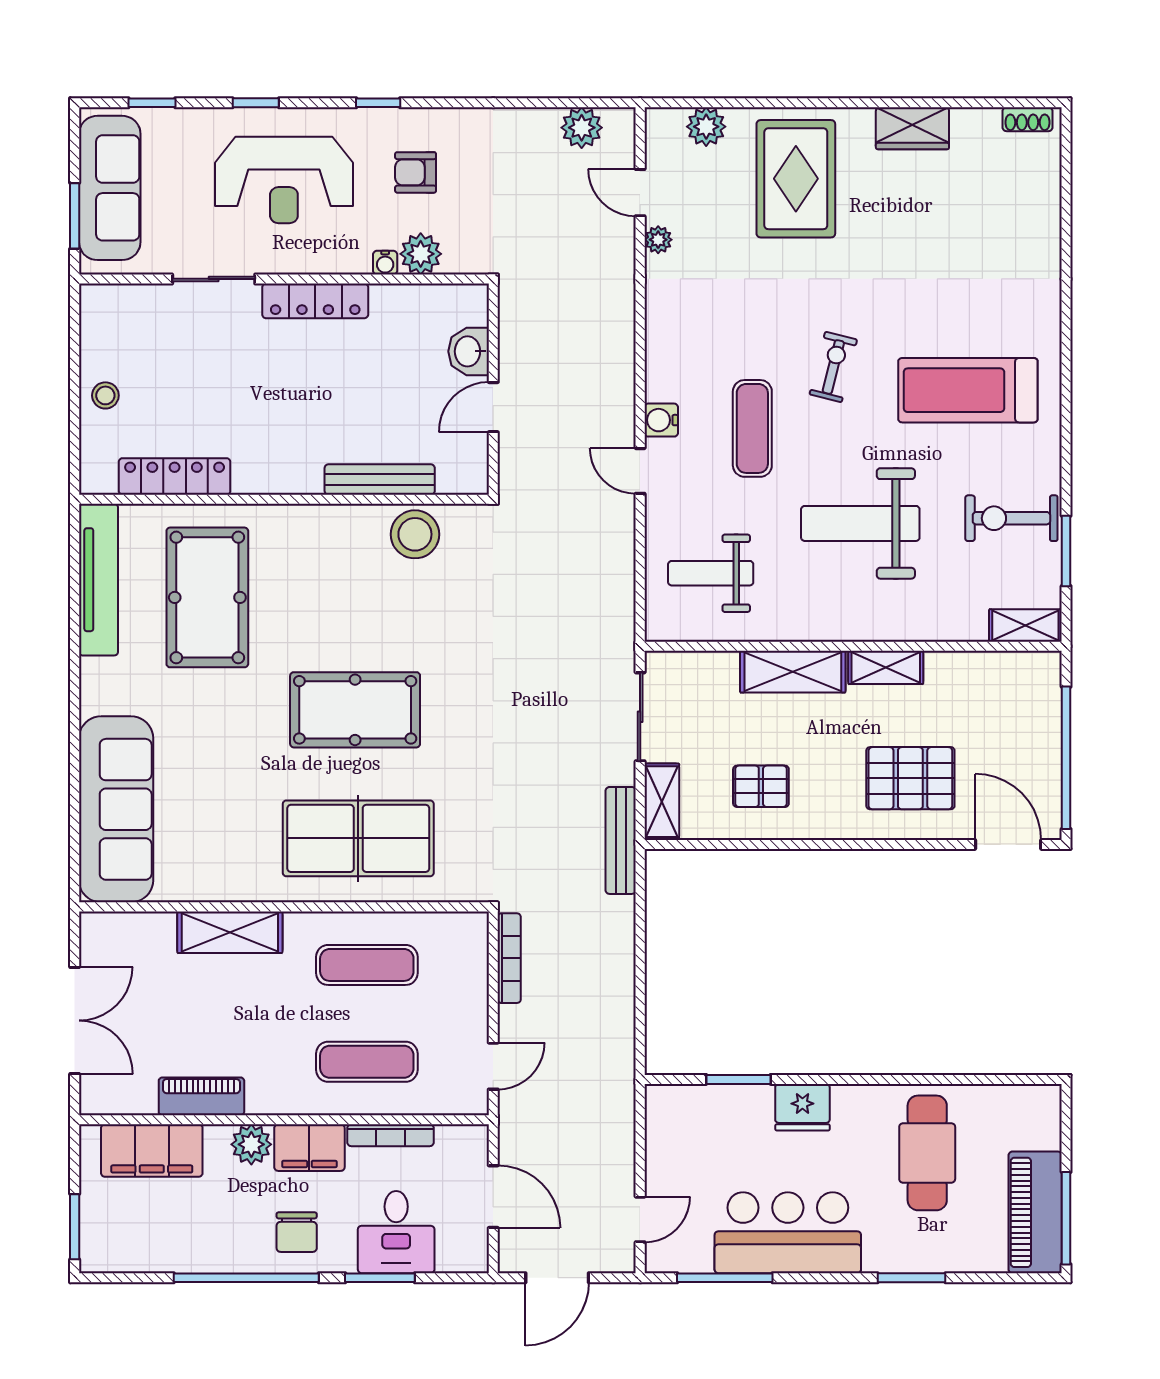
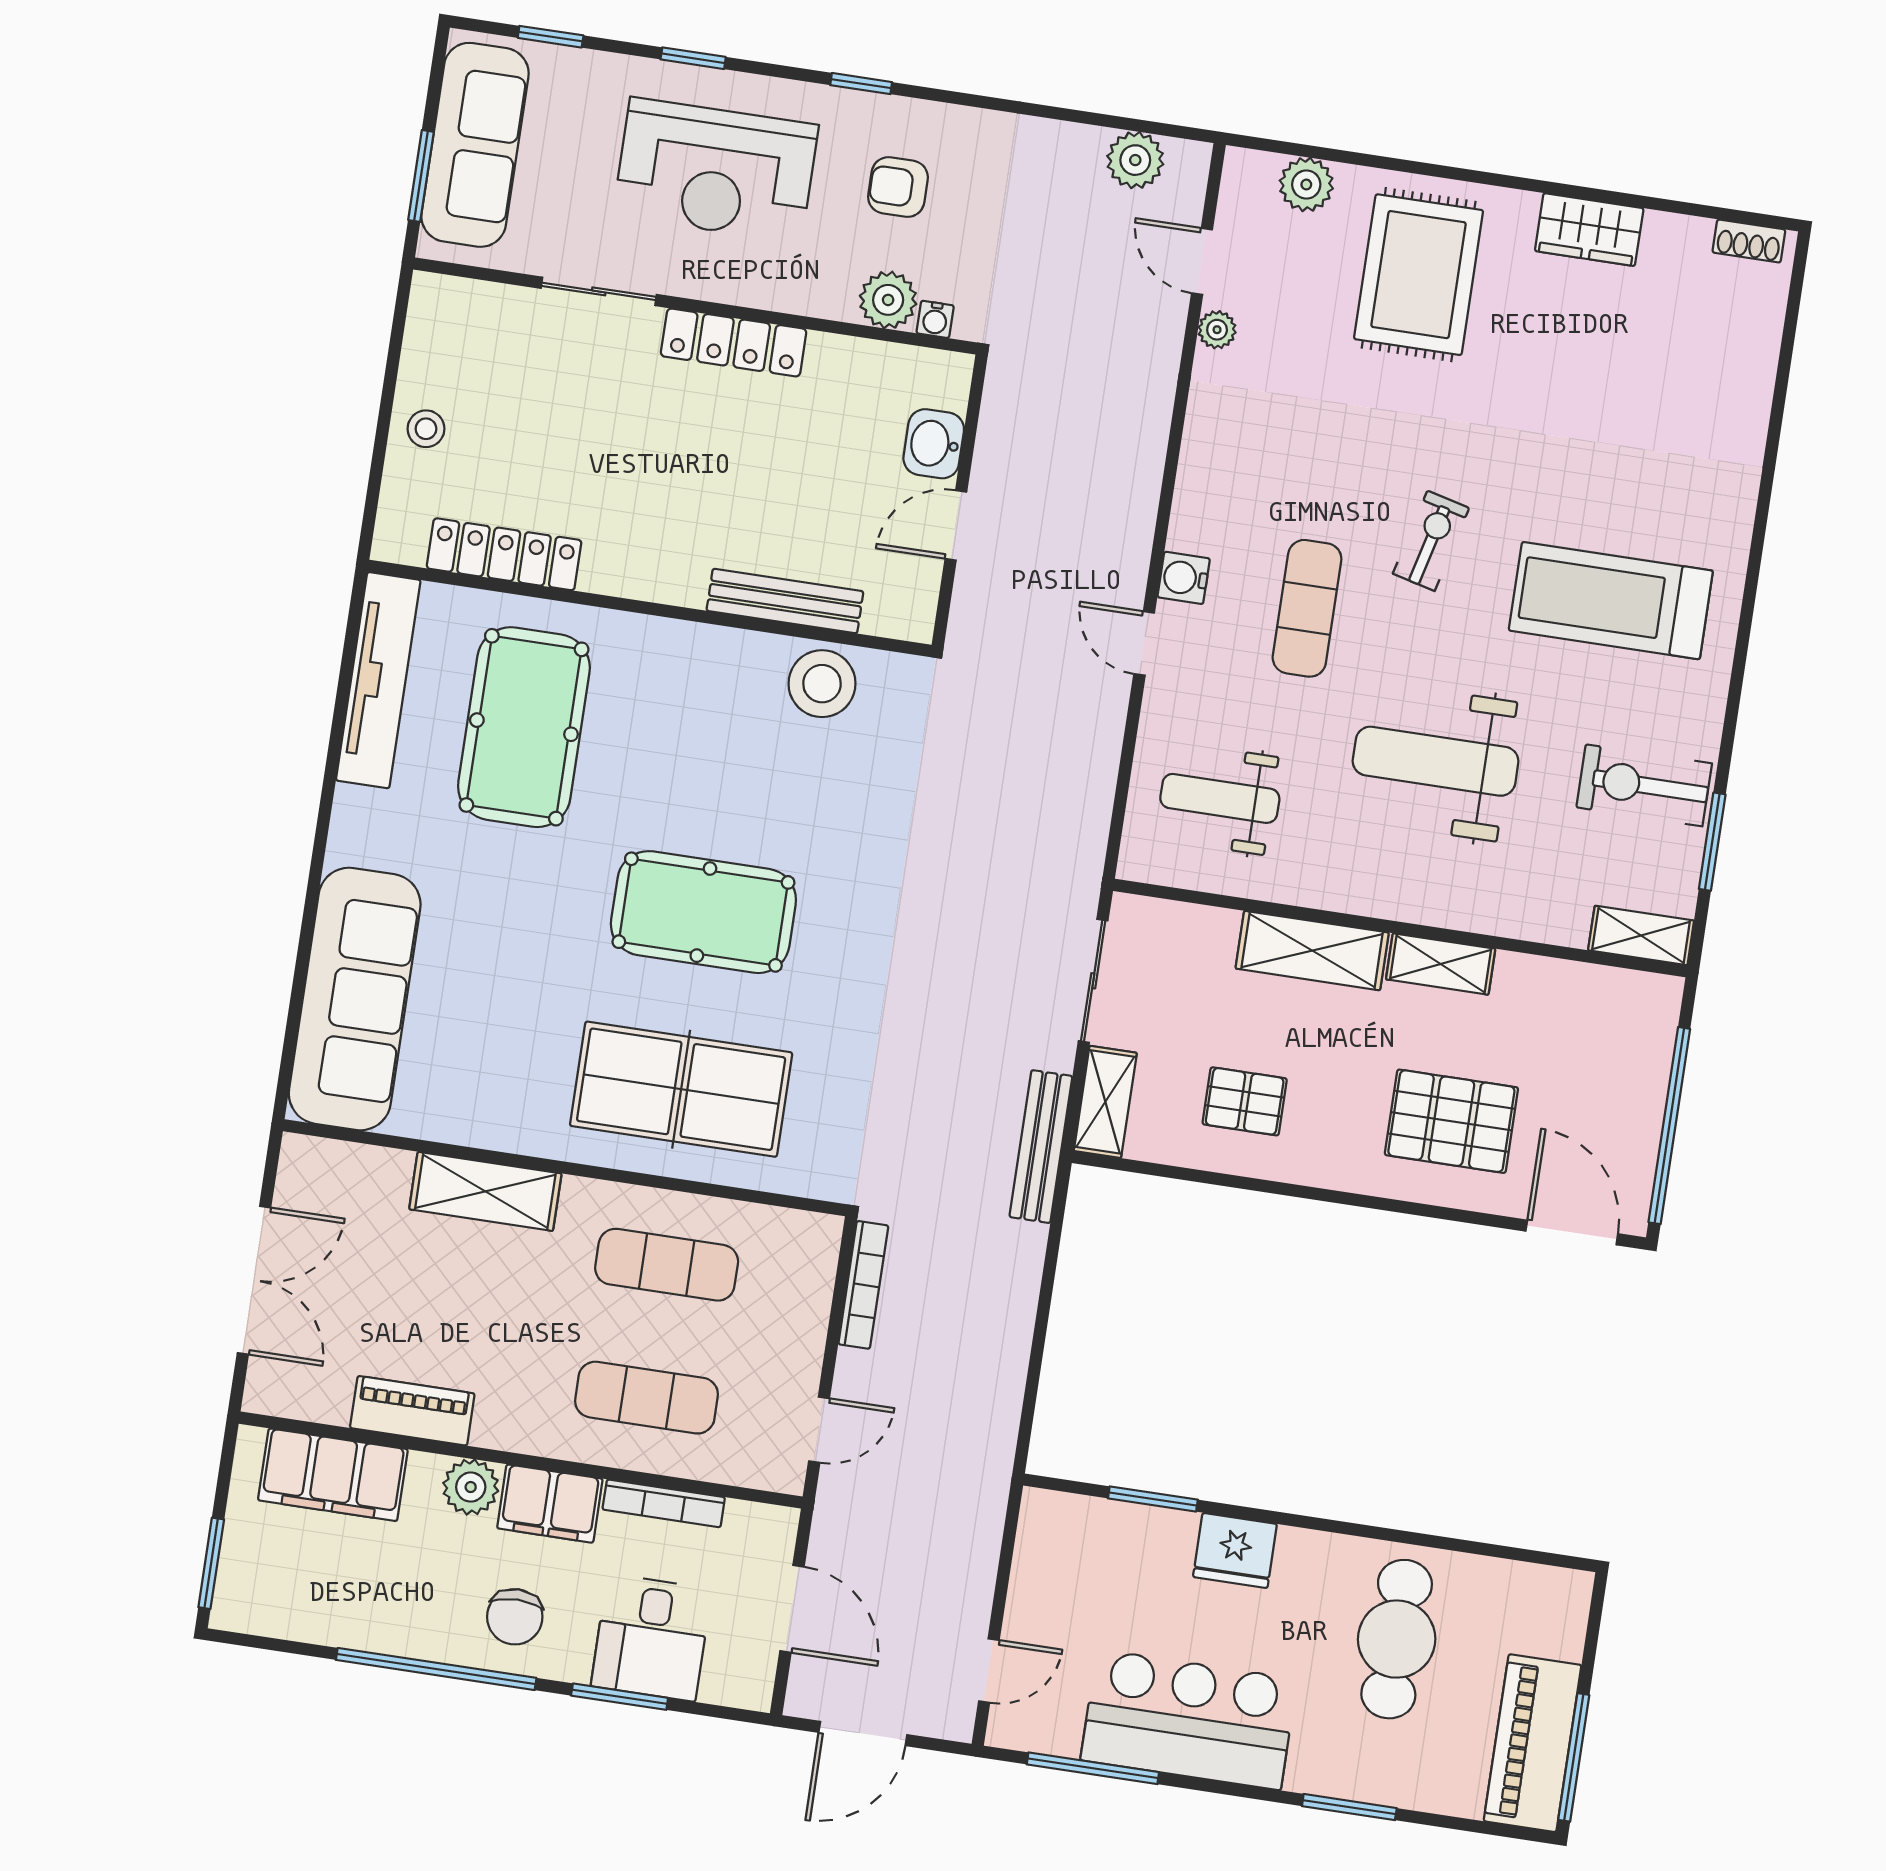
water cooler: (385, 263) -> (935, 319), moved

